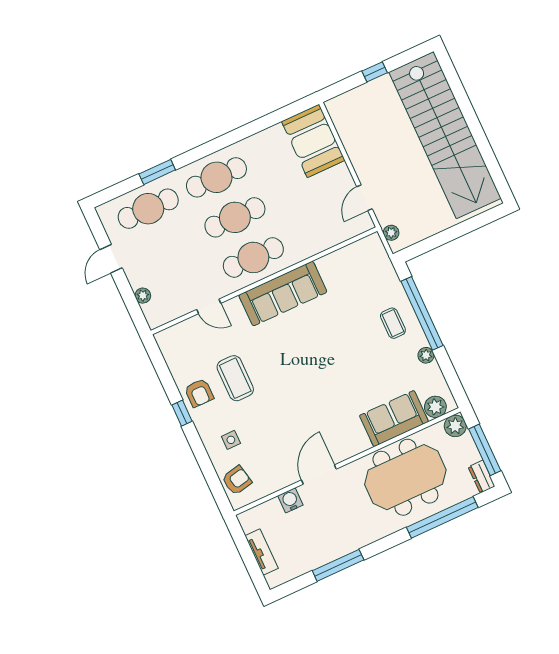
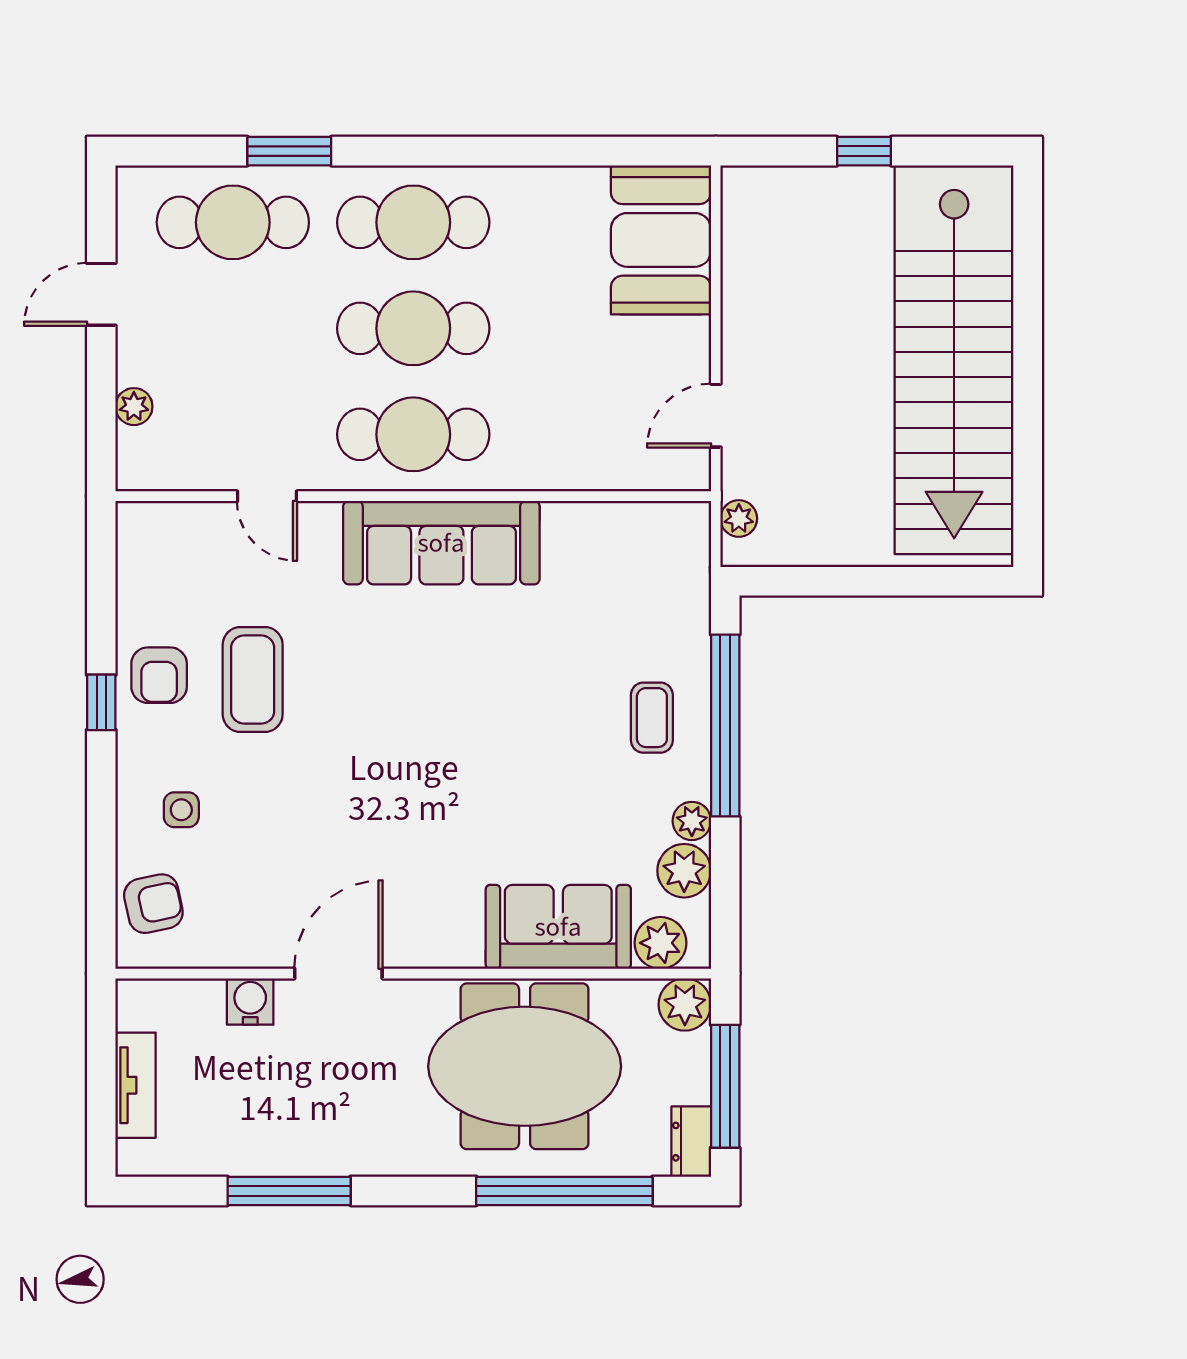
plant: (432, 375) -> (684, 871), added

